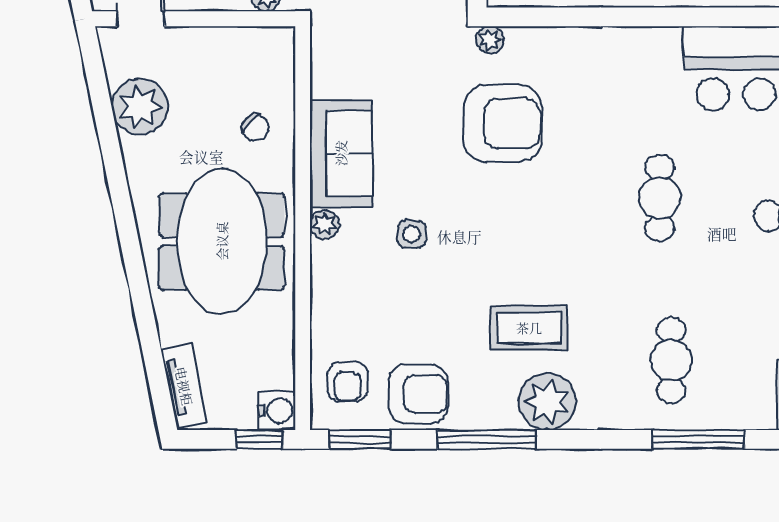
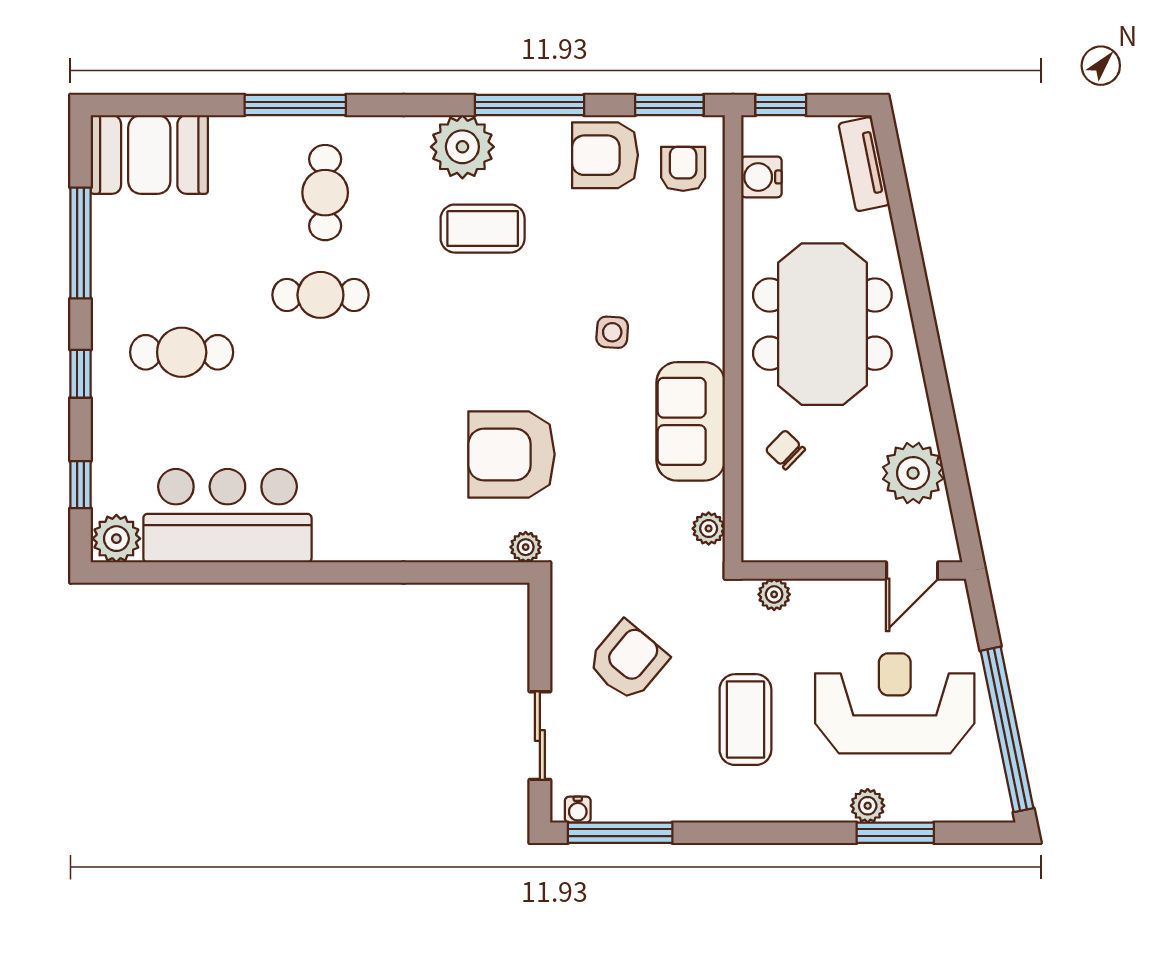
cafe table: (660, 198) -> (320, 295), moved, turned 90
plant: (325, 225) -> (709, 529), moved
water cooler: (277, 411) -> (761, 177), moved

